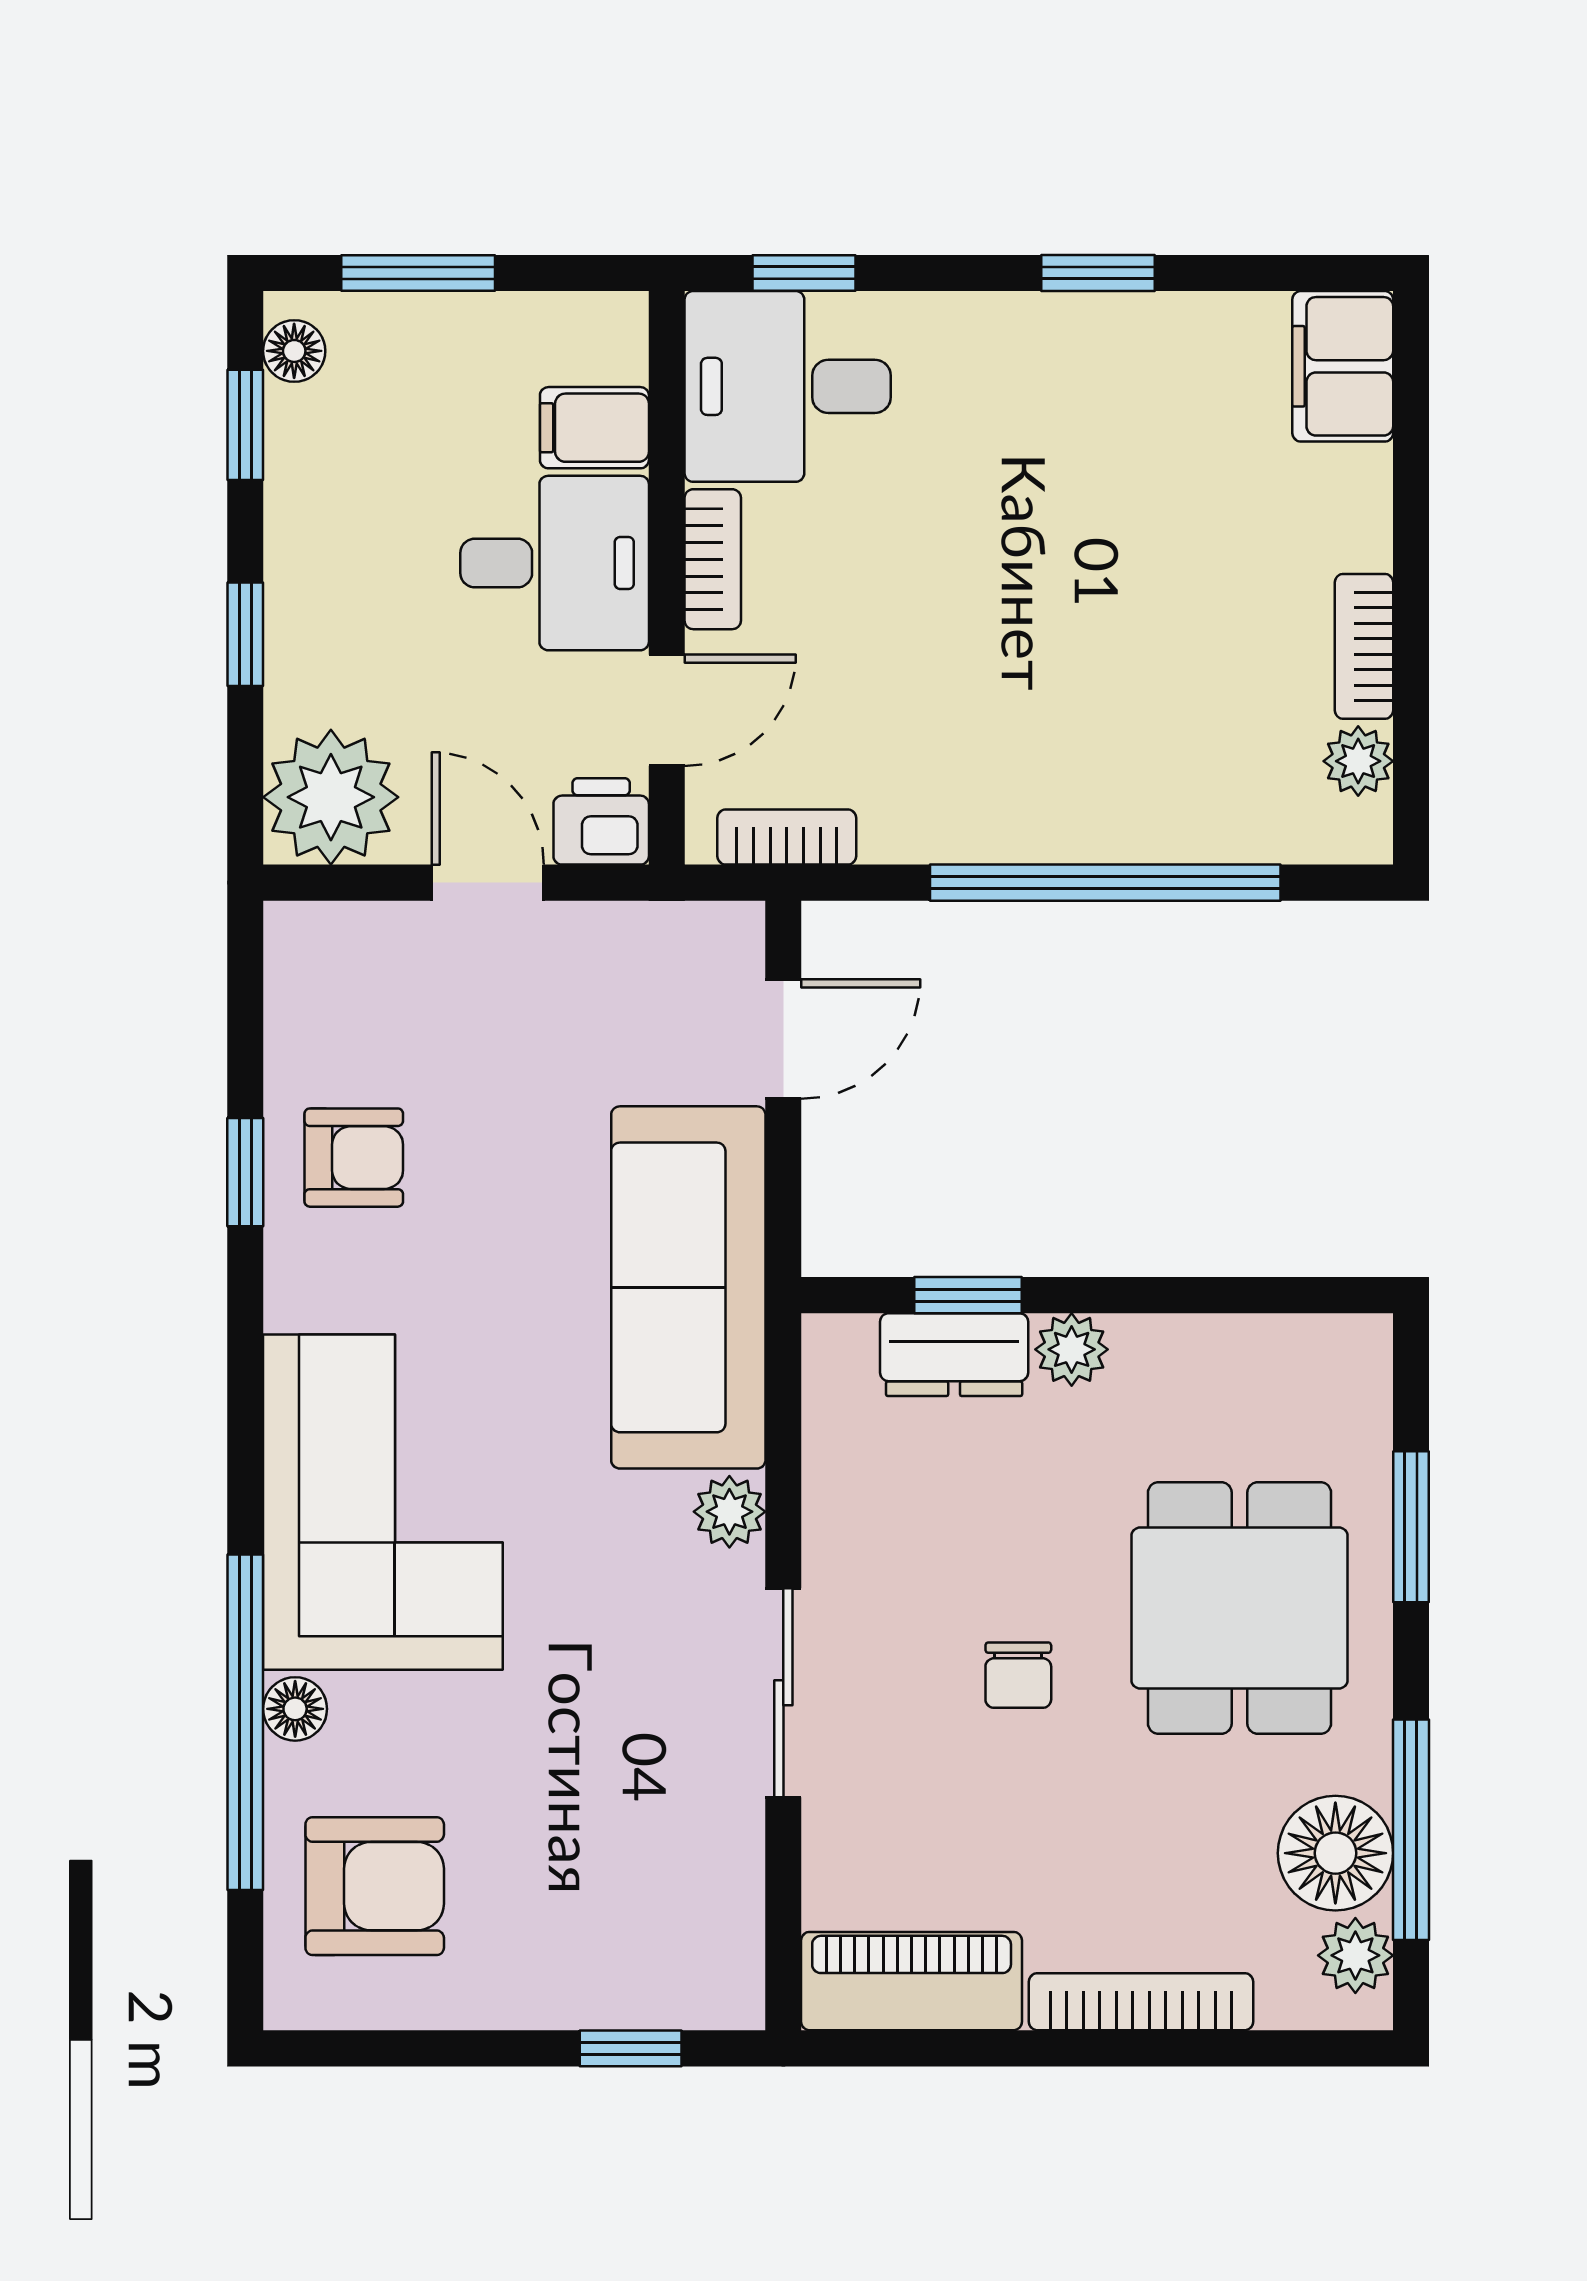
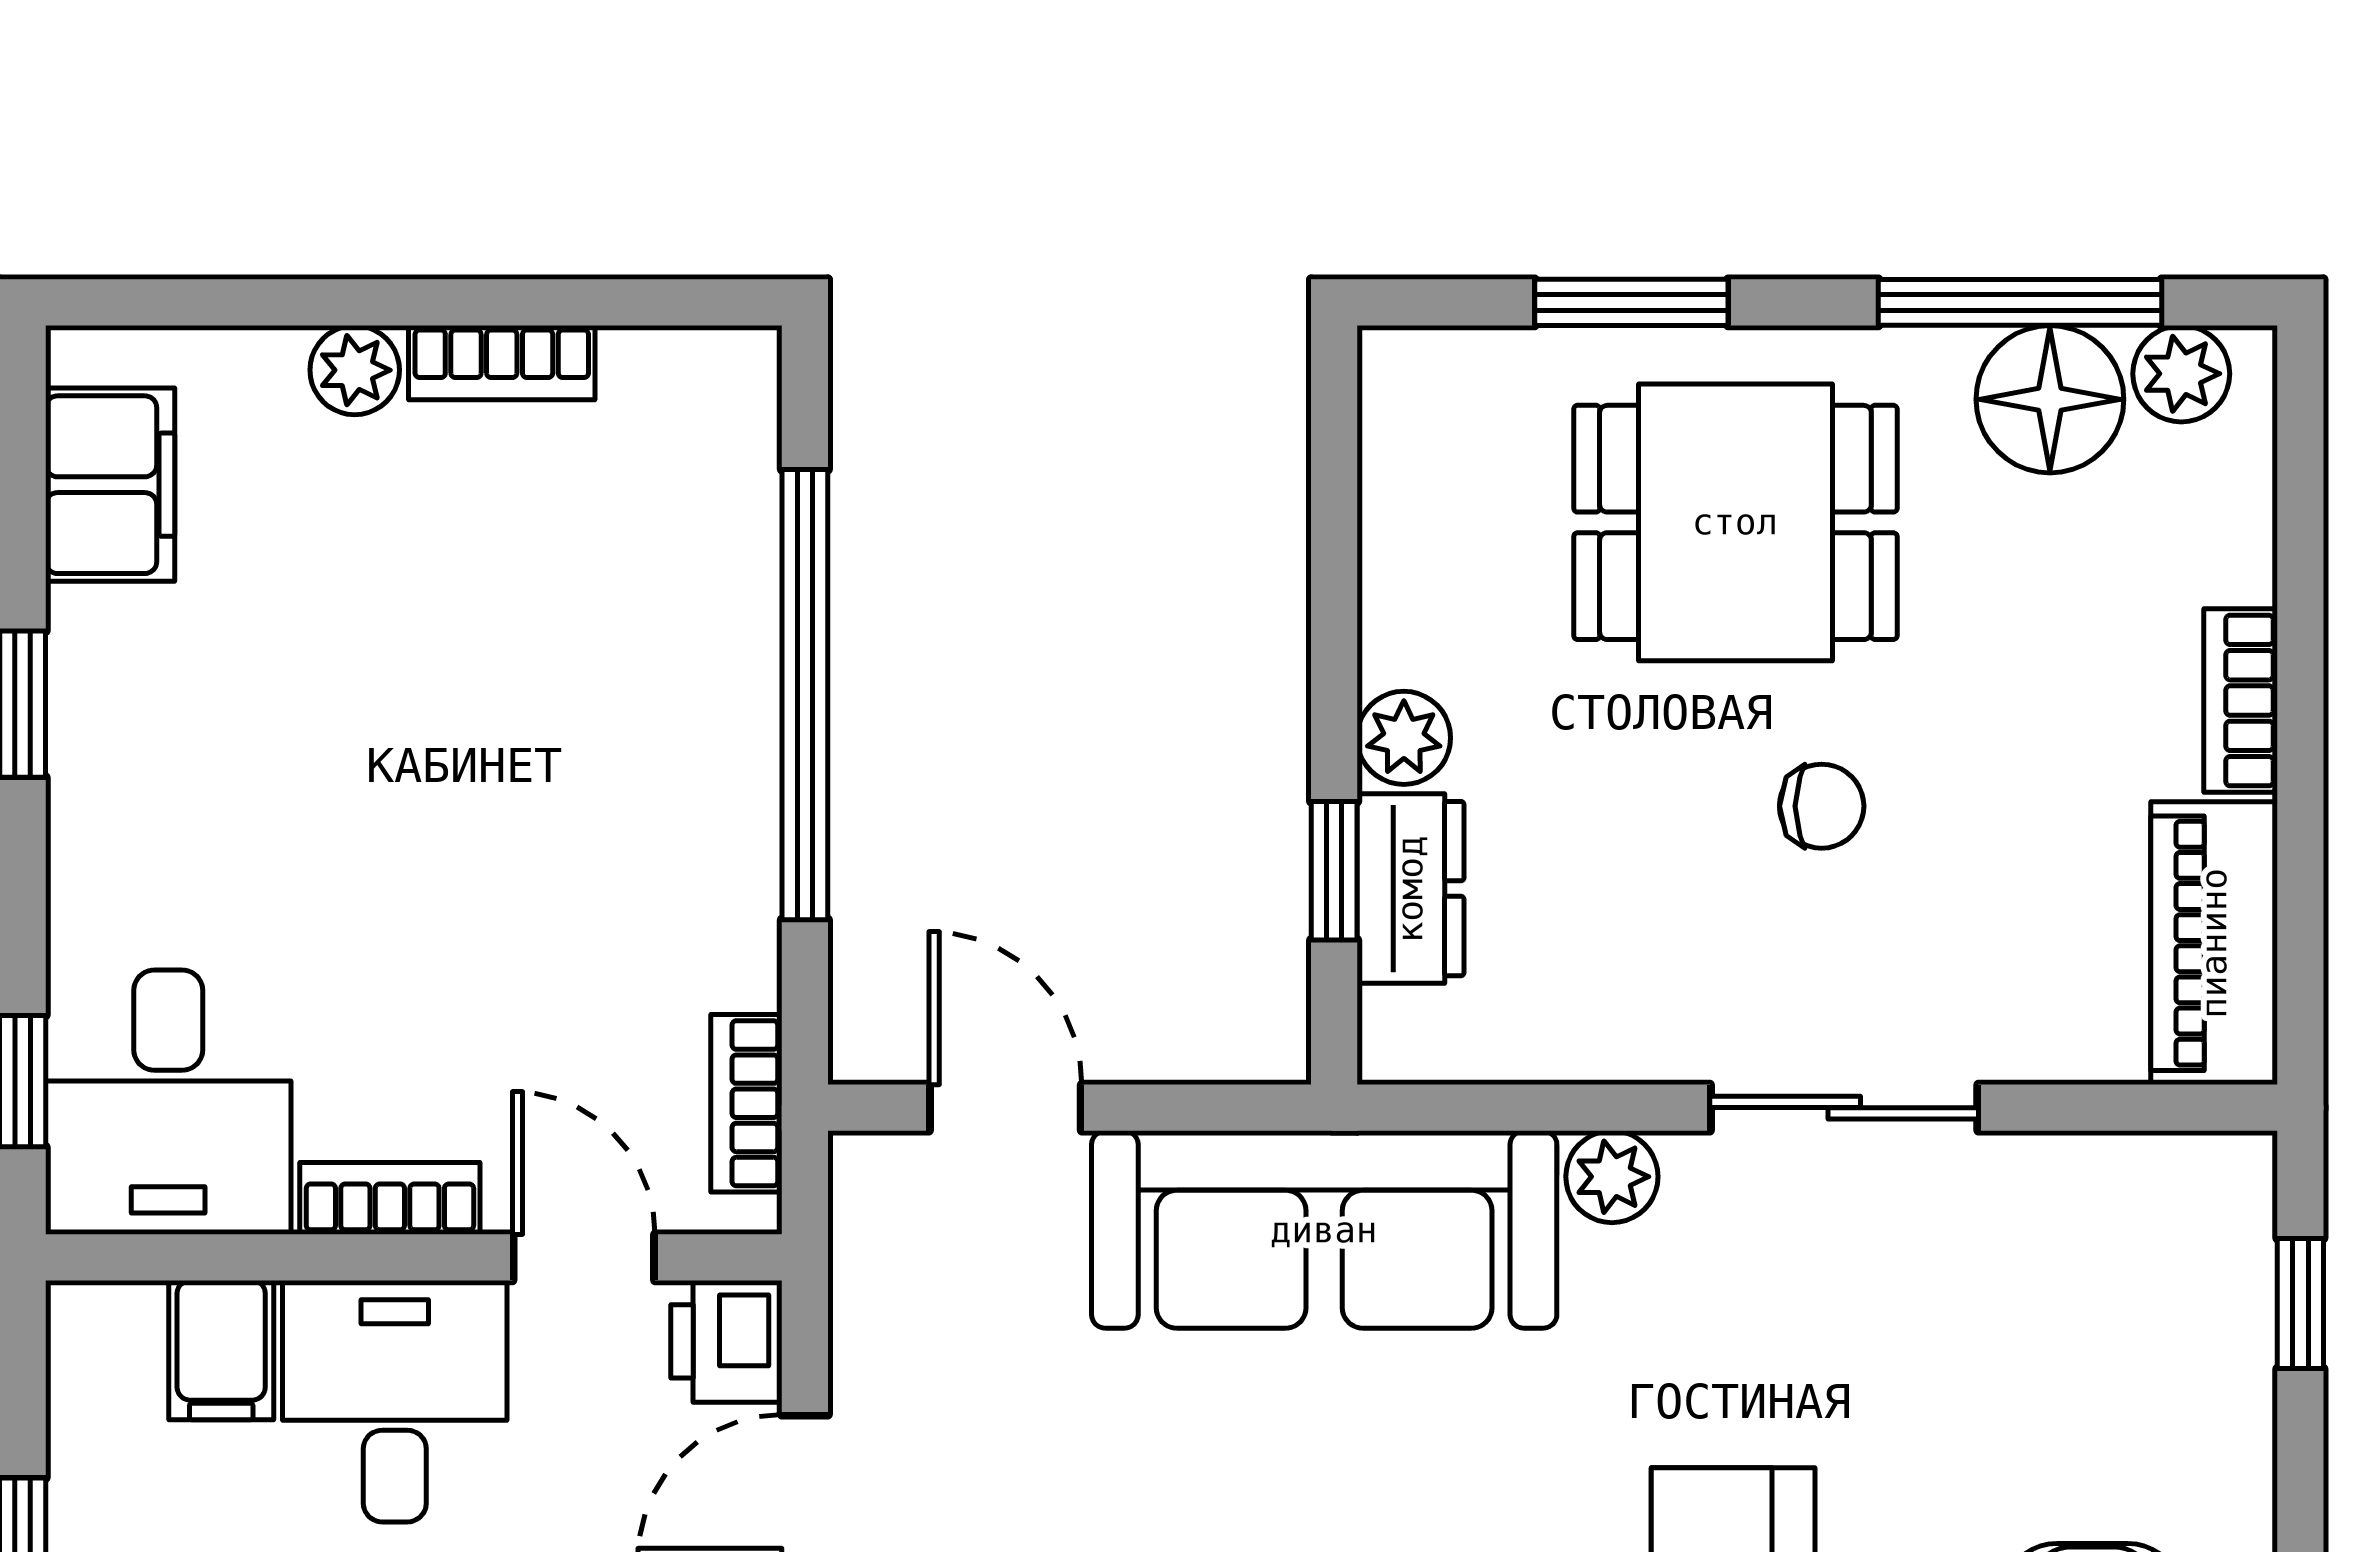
filing cabinet: (1343, 366) -> (110, 485), moved, turned -90
plant: (1358, 761) -> (355, 370), moved
bookcase: (1141, 2002) -> (2241, 701), width x0.64

